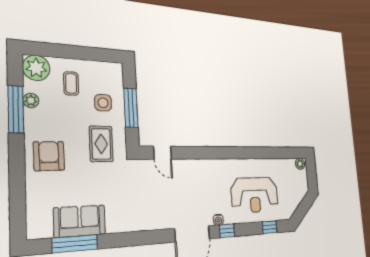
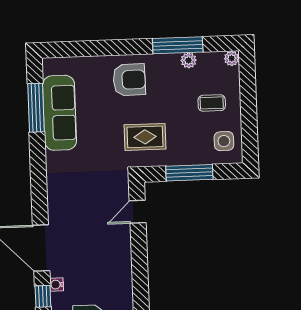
plant: (36, 68) -> (232, 58), width x0.53, depth x0.53
side table: (103, 103) -> (224, 141), moved
sofa: (80, 221) -> (60, 113), width x1.36

